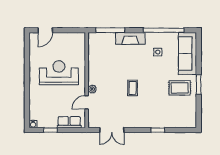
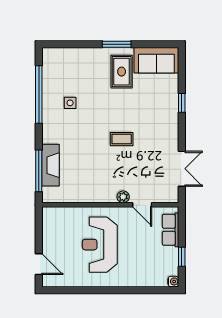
fireplace: (130, 38) -> (51, 165), moved
sofa: (187, 54) -> (156, 60), moved, width x0.73

